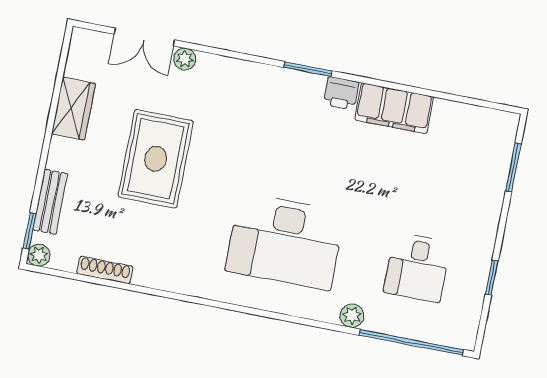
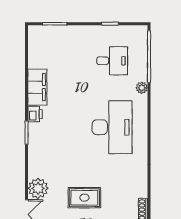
plant: (185, 59) -> (38, 188), width x1.88, depth x1.88
rug: (156, 159) -> (84, 198), width x0.73, depth x0.70

